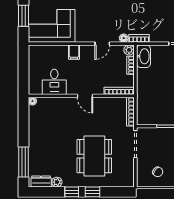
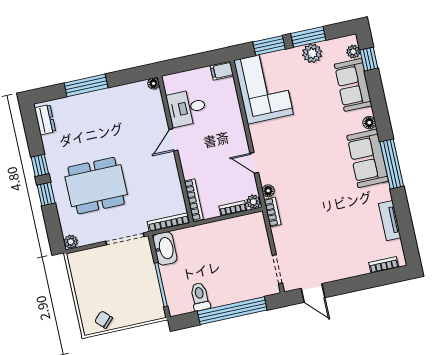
filing cabinet: (74, 52) -> (222, 71), moved
washbasin: (144, 56) -> (165, 248), moved, turned -90
door: (85, 96) -> (173, 140), moved
window: (24, 162) -> (86, 85), moved
chair: (158, 172) -> (93, 278), removed
plant: (57, 182) -> (71, 242), moved

